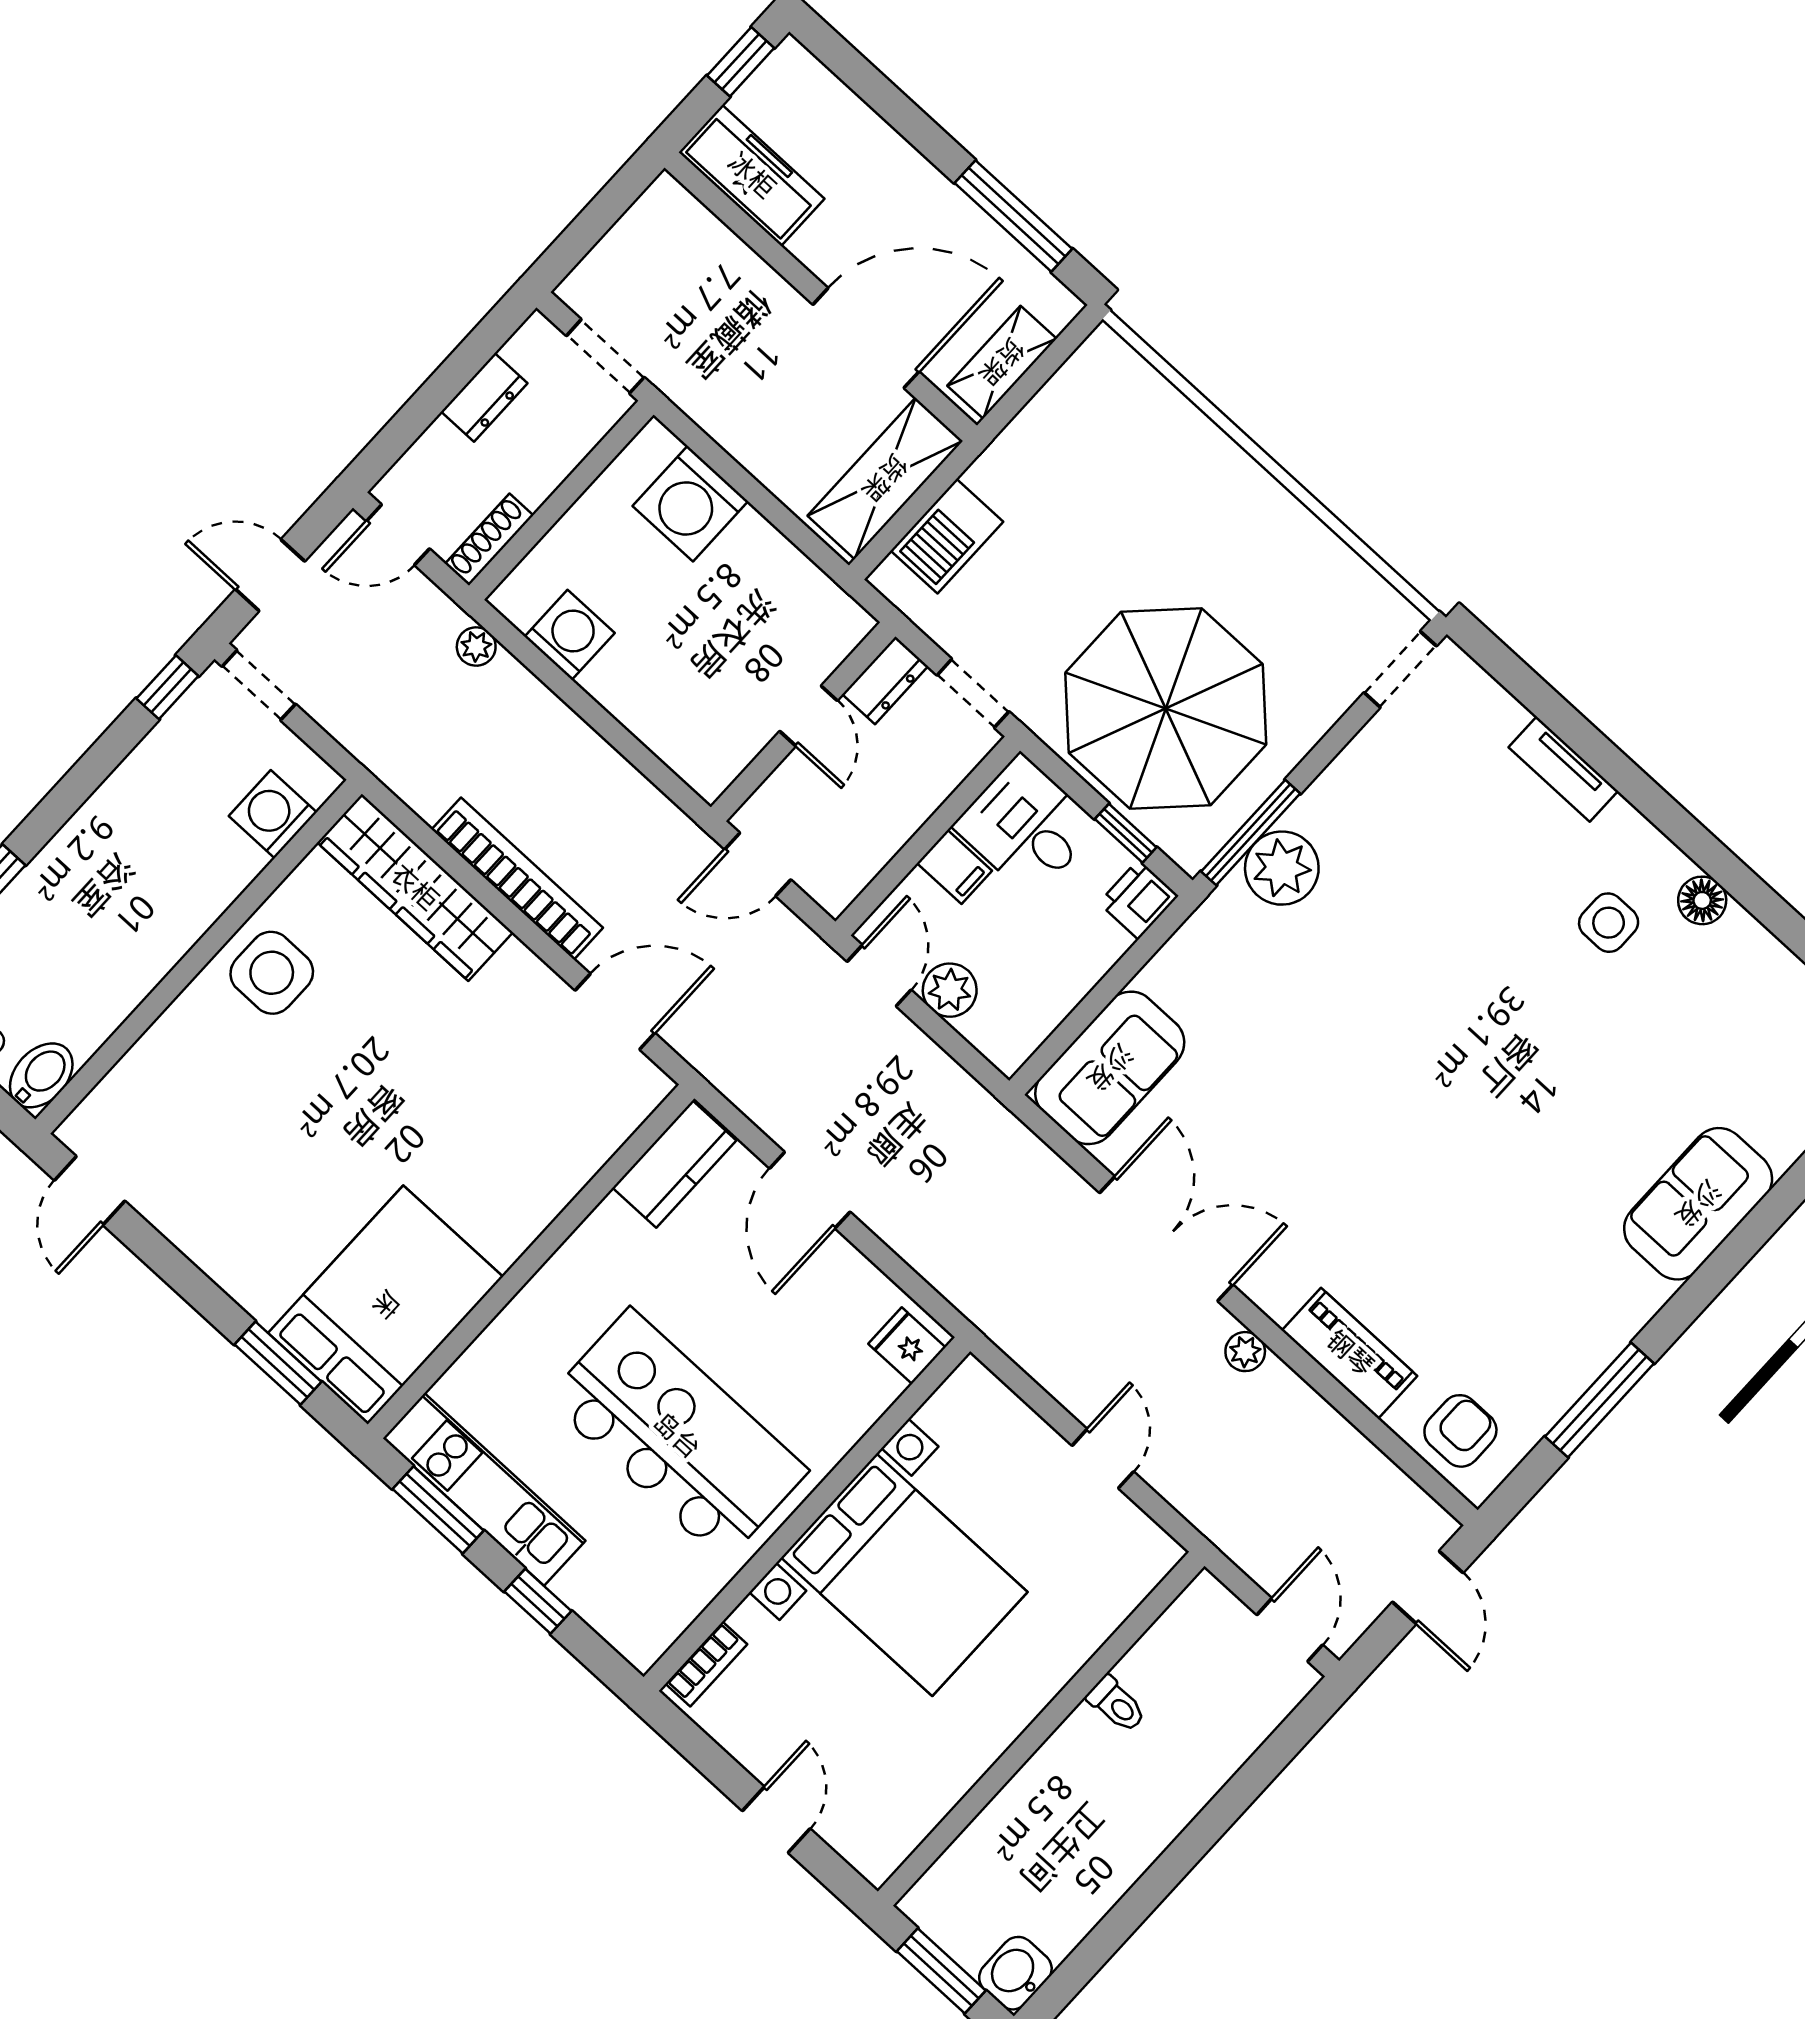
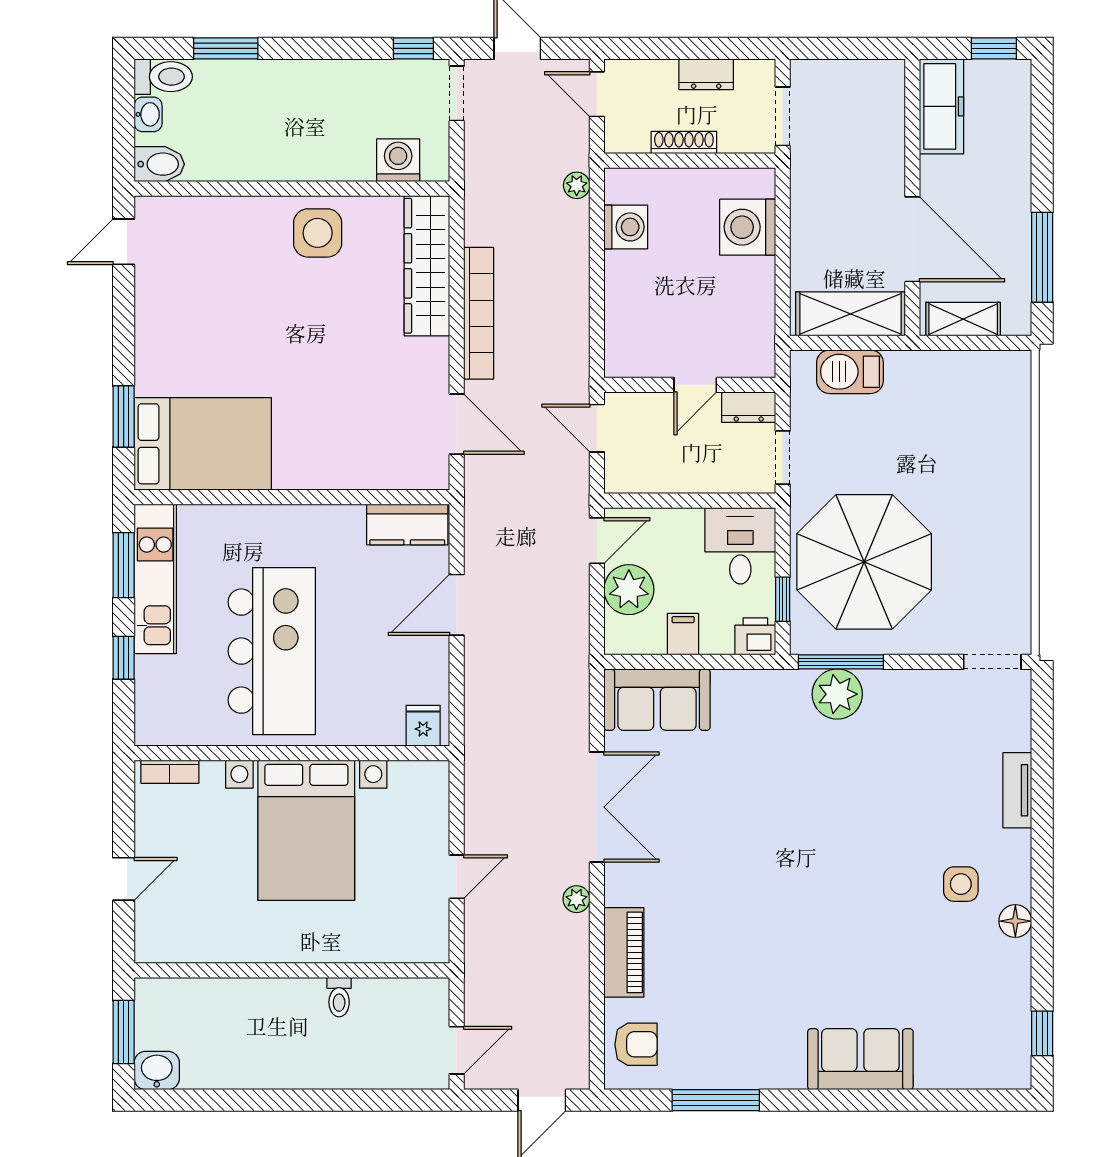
shoe rack: (489, 540) -> (684, 142), moved
filing cabinet: (954, 867) -> (683, 634), moved, turned 180
plant: (950, 990) -> (629, 590), width x1.36, depth x1.36

